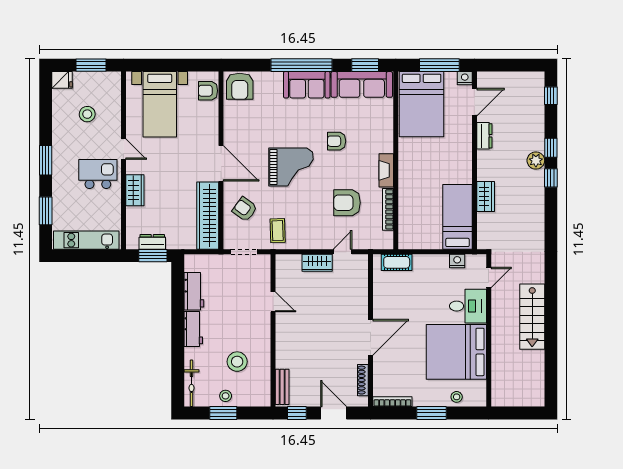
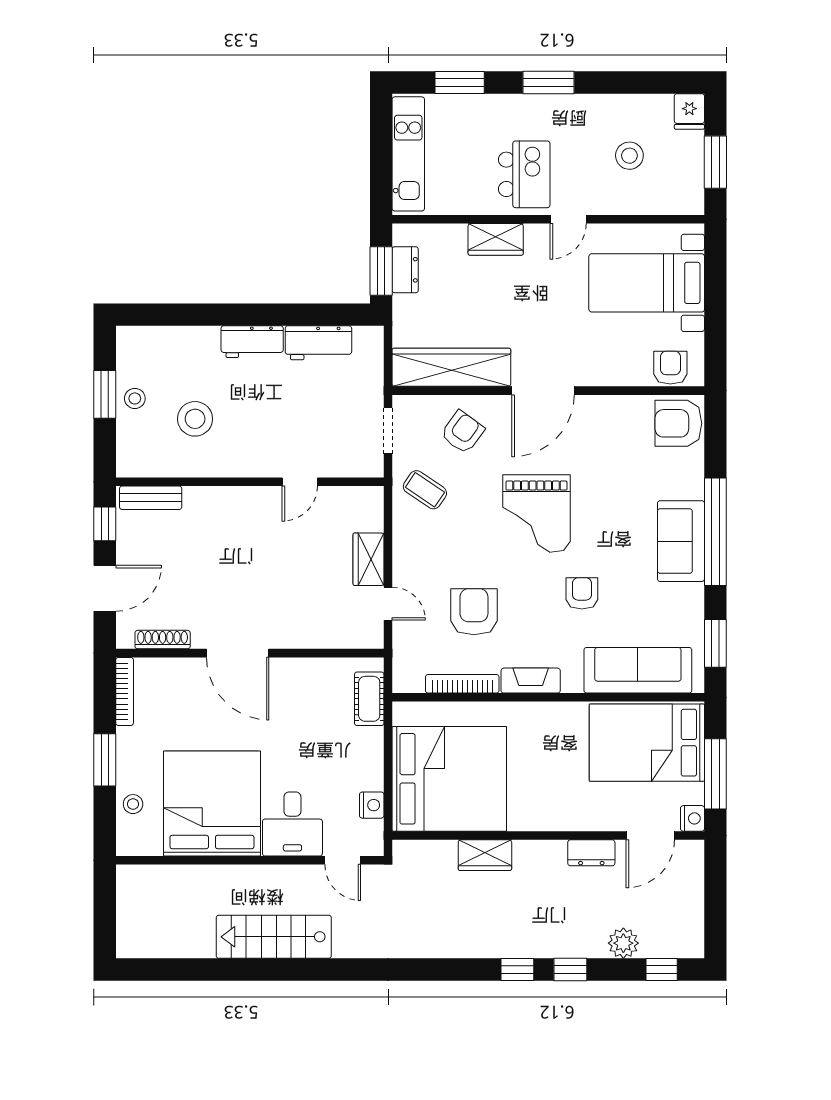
sofa: (362, 84) -> (638, 670), moved, turned 90
door: (474, 102) -> (650, 835), hinge flipped
plant: (536, 161) -> (623, 943), moved
bed: (458, 217) -> (449, 779), width x2.04
coffee table: (278, 231) -> (425, 490), turned 36
bicycle: (192, 383) -> (157, 339), removed

